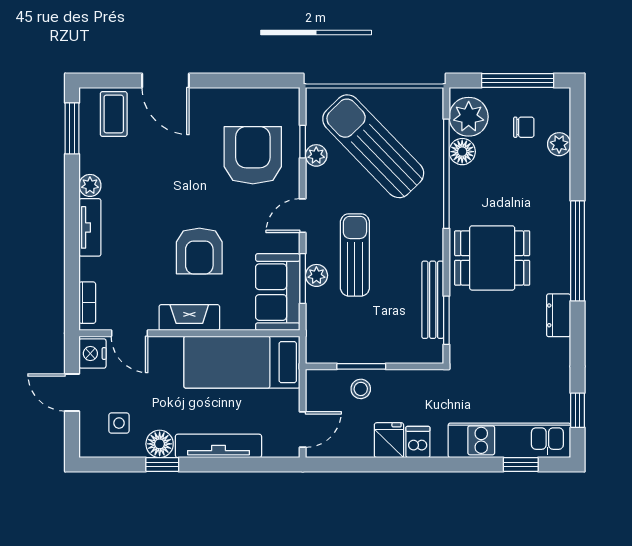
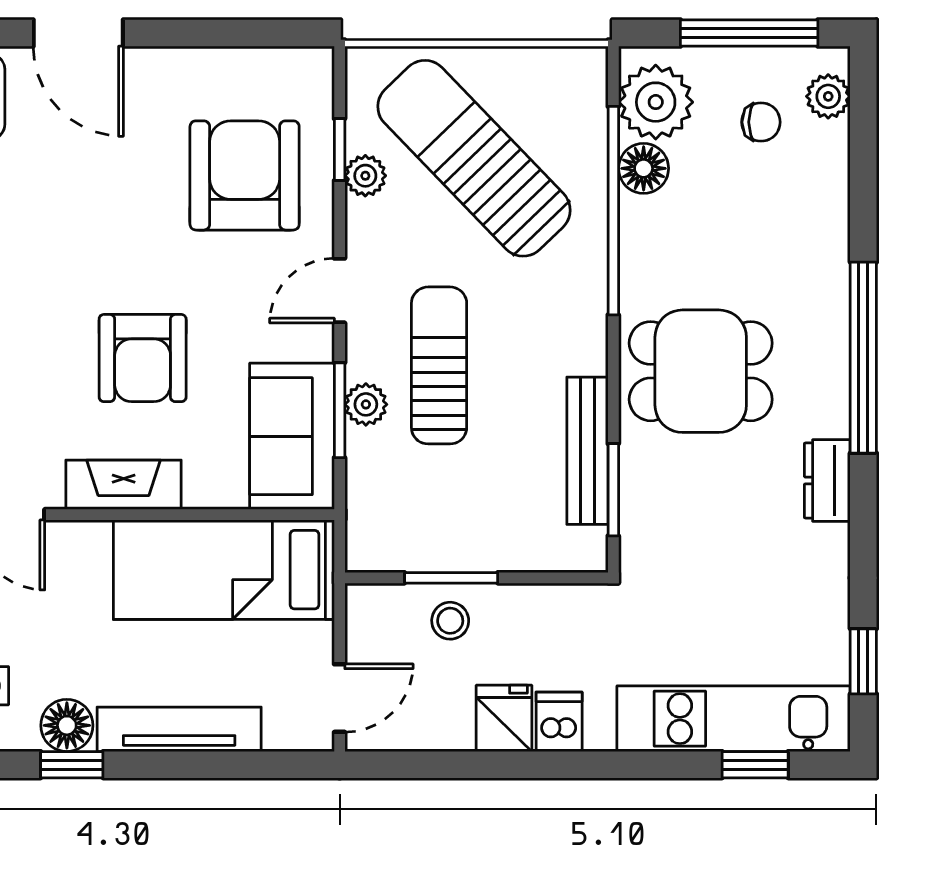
plant: (559, 144) -> (828, 96), moved

